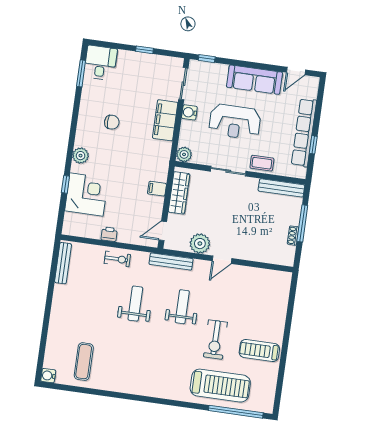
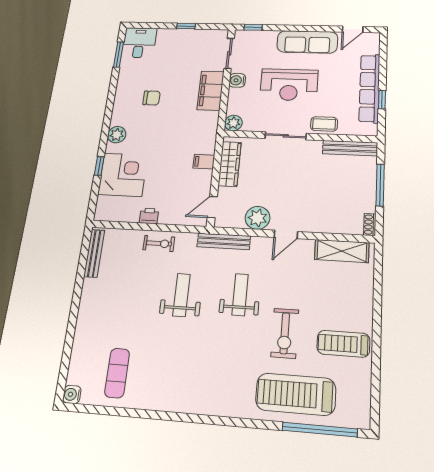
shoe rack: (293, 236) -> (370, 225), moved
shelving: (265, 277) -> (342, 251), added
treadmill: (220, 386) -> (296, 394), turned 180

